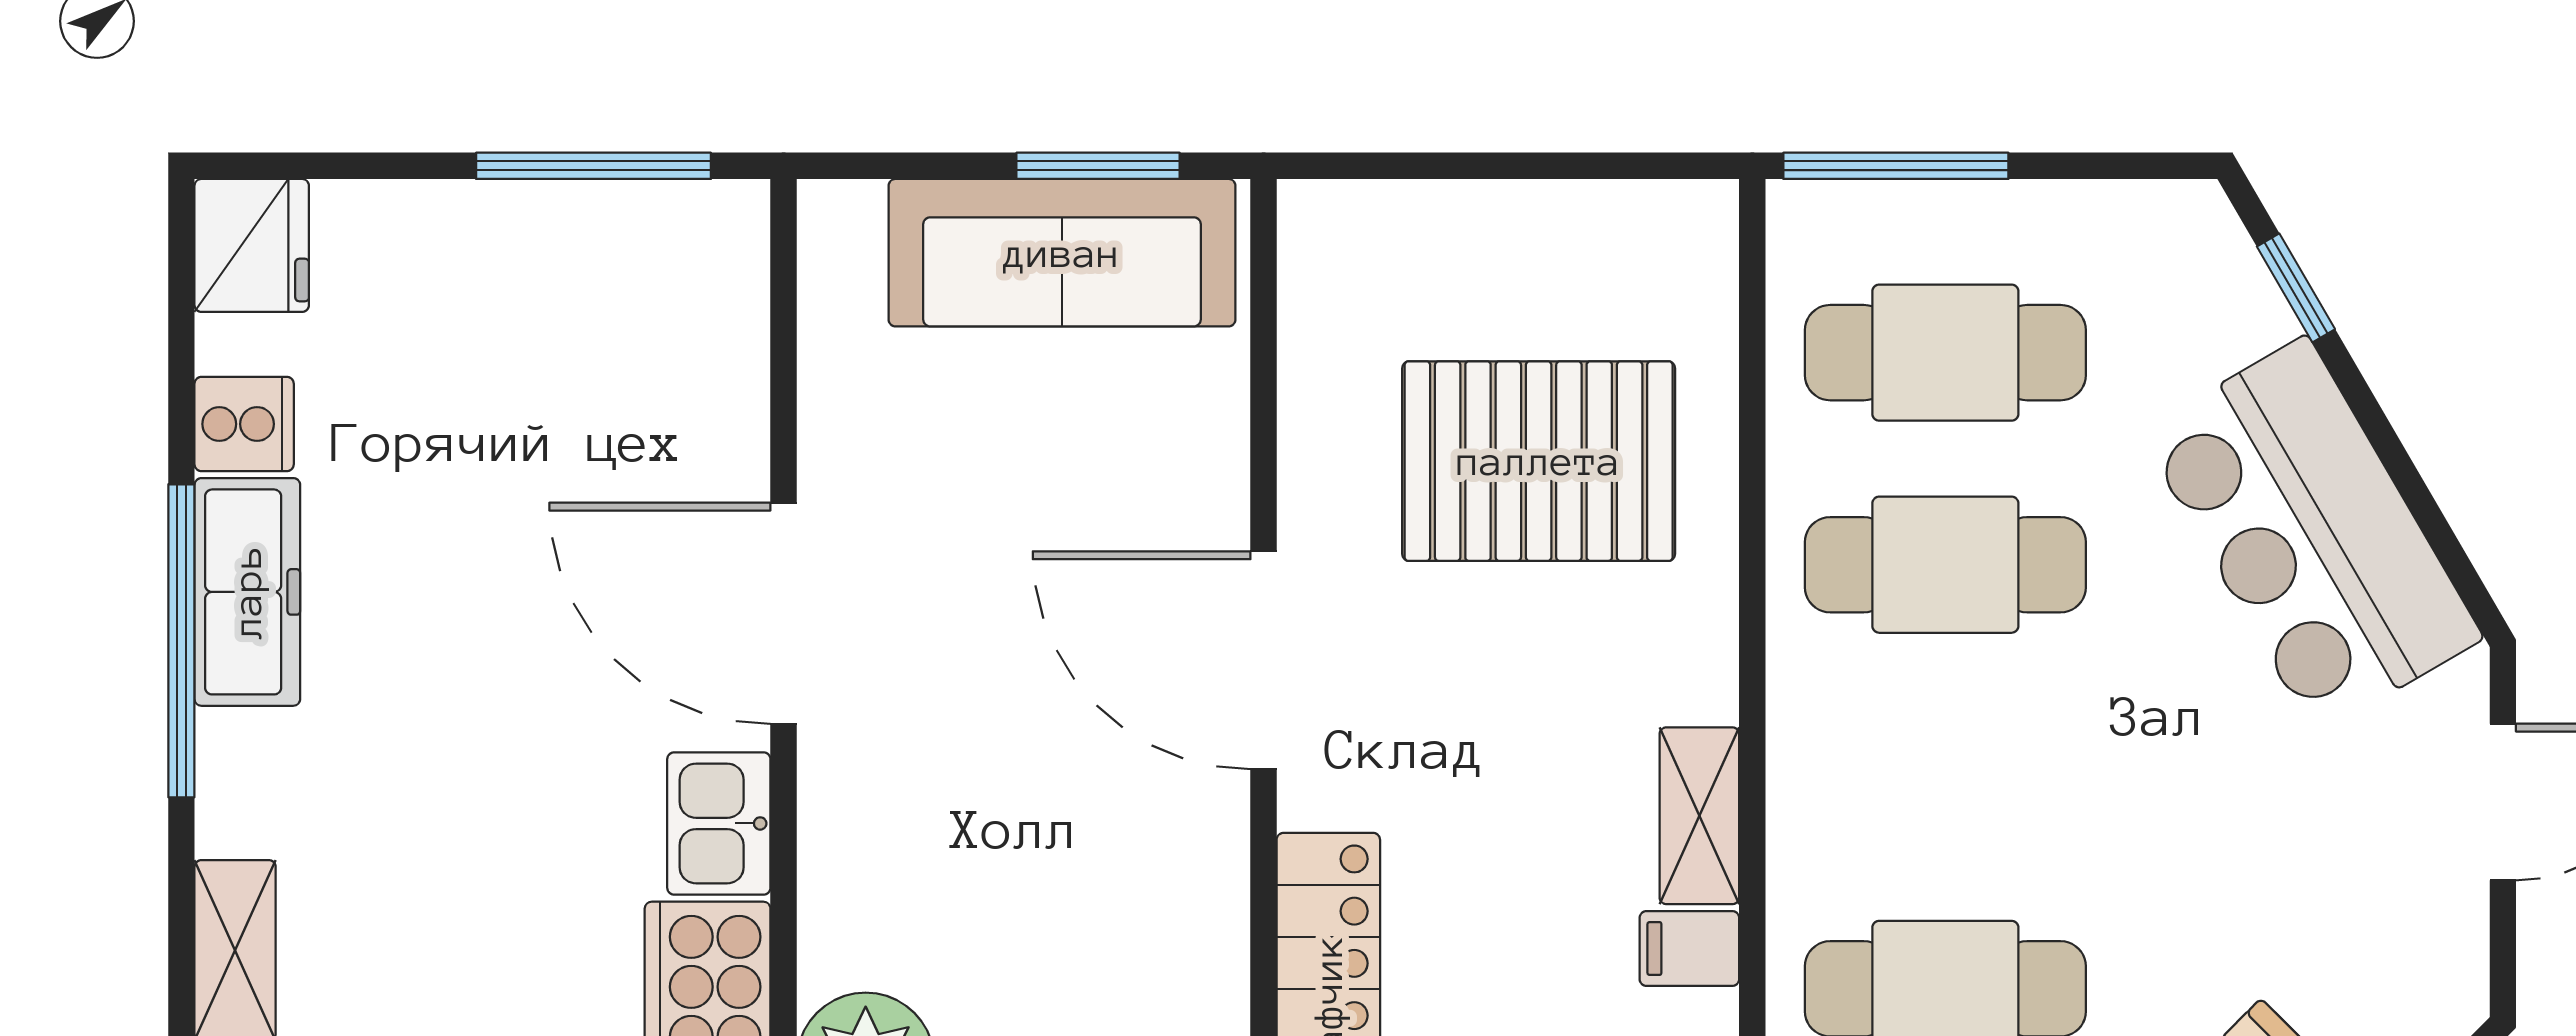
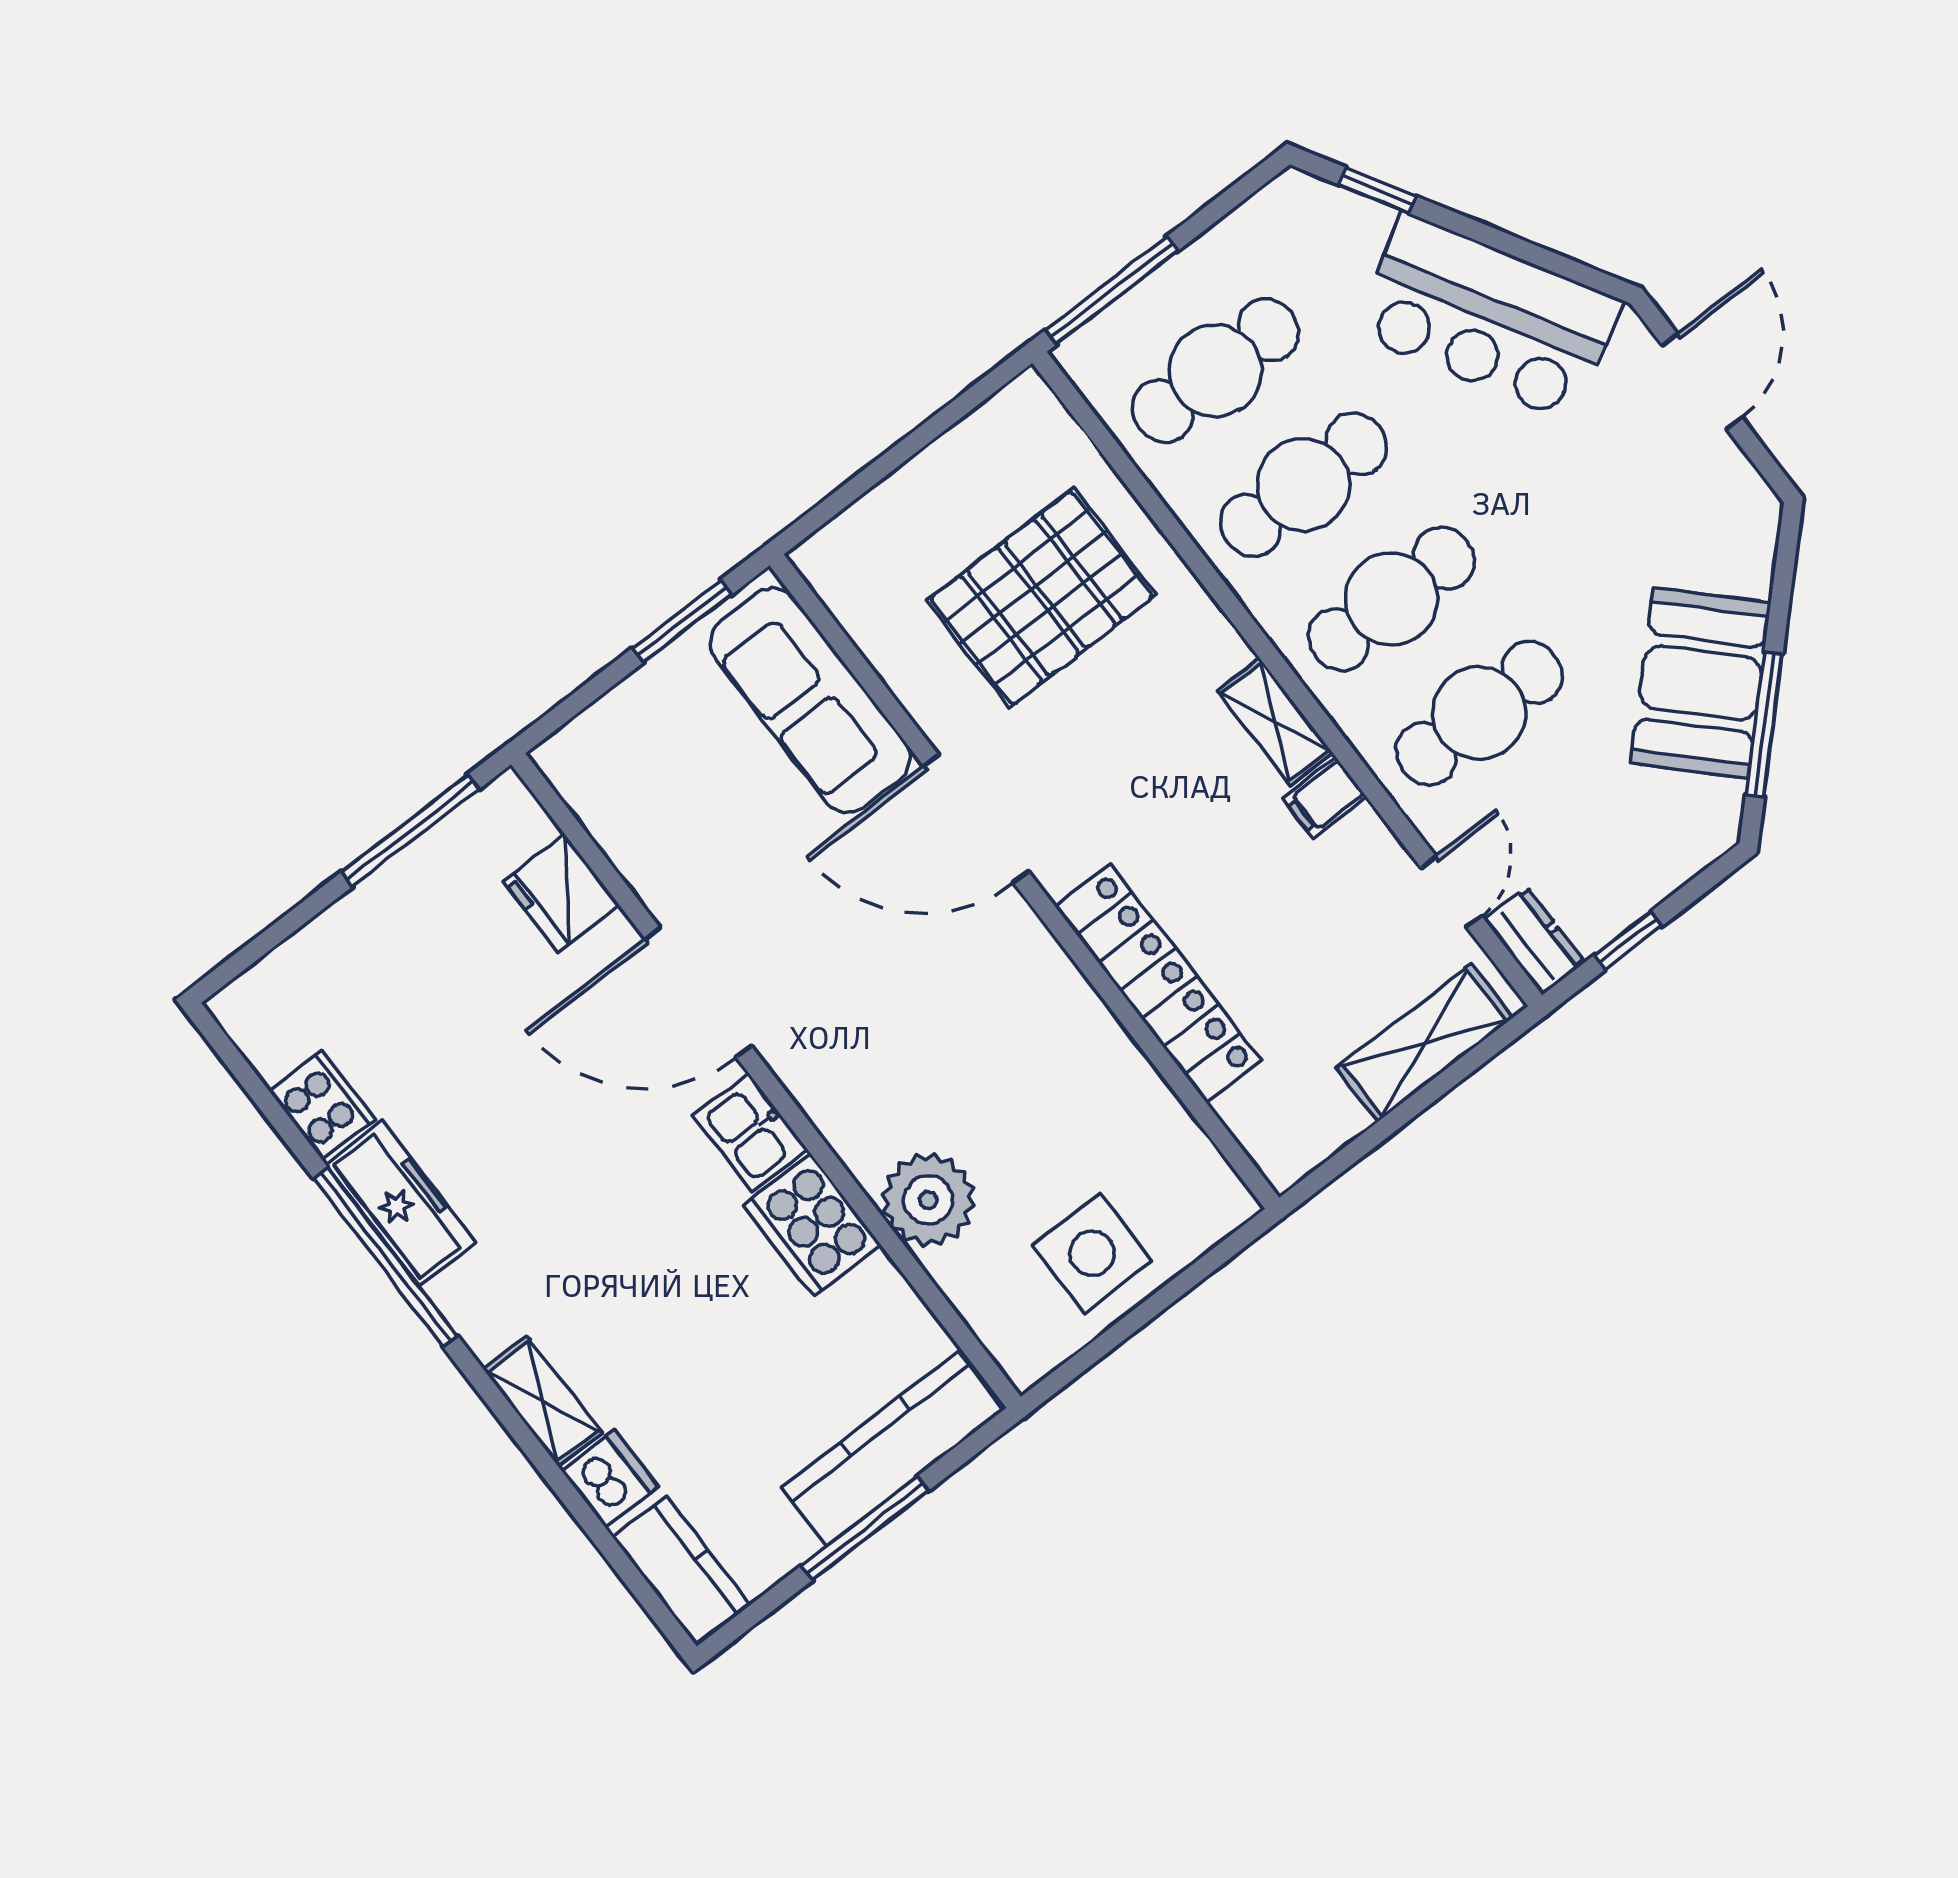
fridge: (252, 245) -> (561, 893), moved, turned 180
sofa: (1062, 253) -> (810, 700), moved, turned 90
cooker: (244, 424) -> (322, 1105), width x1.36
cafe table: (1945, 777) -> (1391, 599), added

